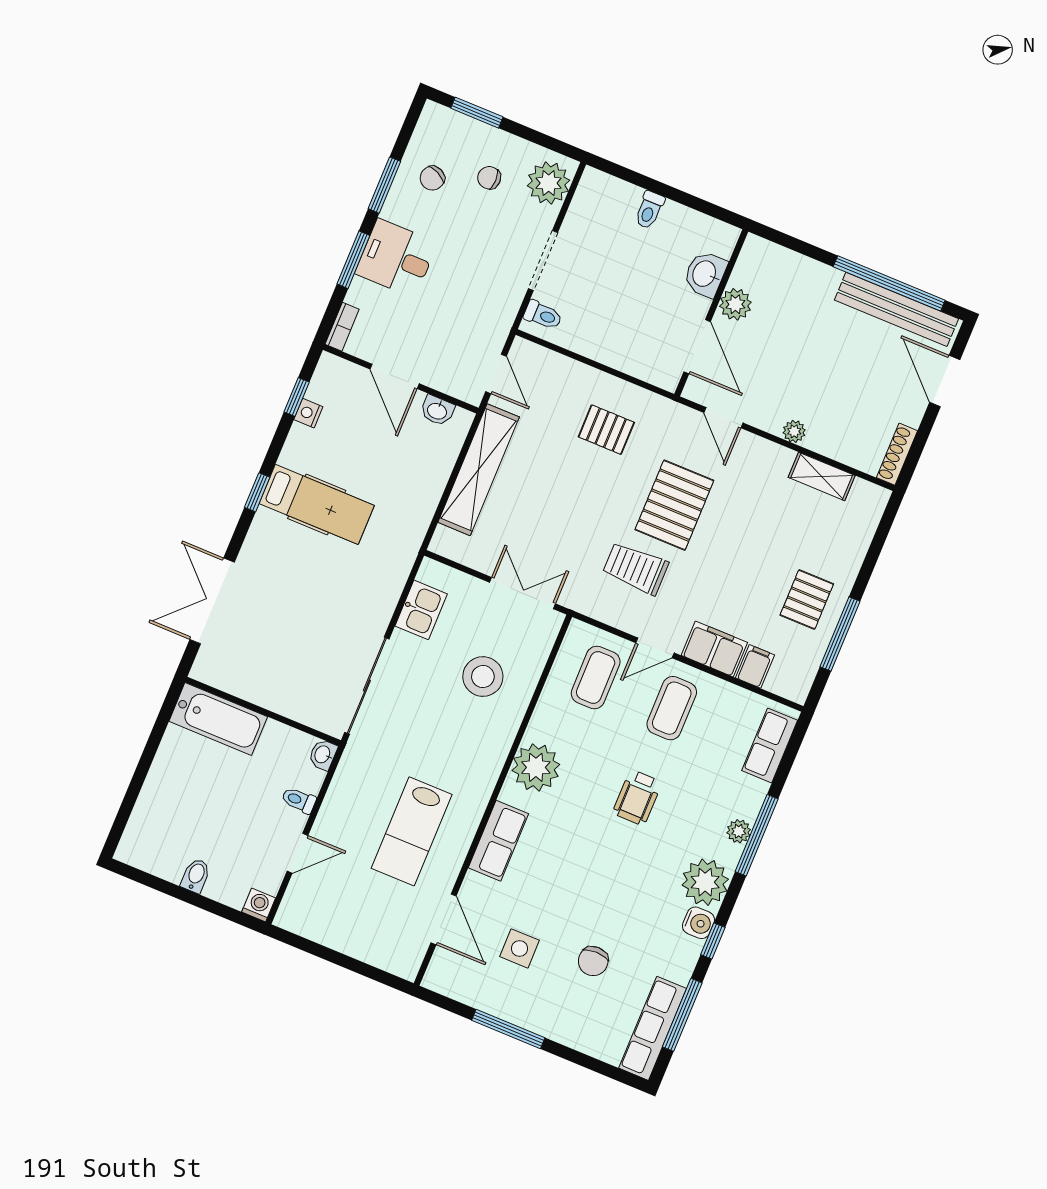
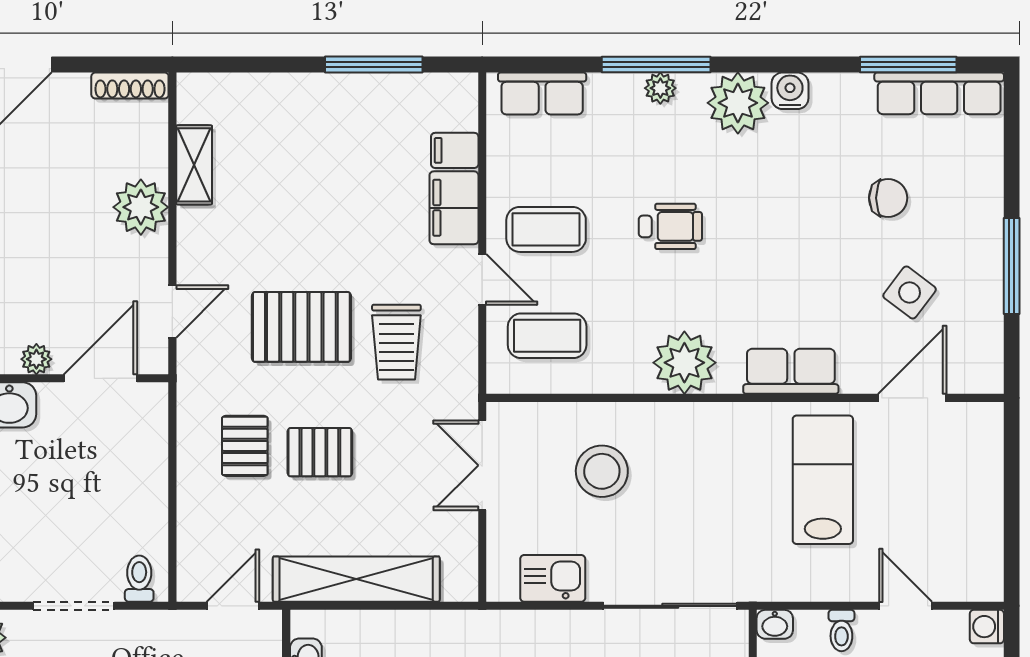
plant: (735, 304) -> (36, 359), width x0.73, depth x0.73
plant: (794, 431) -> (141, 207), width x1.87, depth x1.87
pallet: (807, 599) -> (320, 452), moved
lab bench: (412, 831) -> (823, 480), turned -90
window: (713, 941) -> (805, 65), removed
side table: (520, 948) -> (910, 292), turned 37

